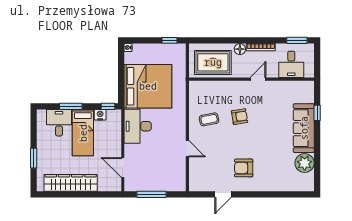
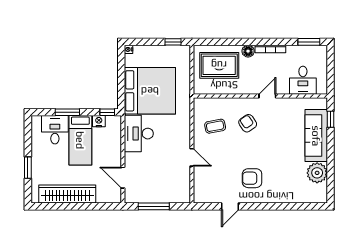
desk: (291, 64) -> (303, 80), moved
wall: (251, 79) -> (260, 96), moved
door: (258, 79) -> (267, 96), moved
armchair: (240, 117) -> (248, 123), turned -115

